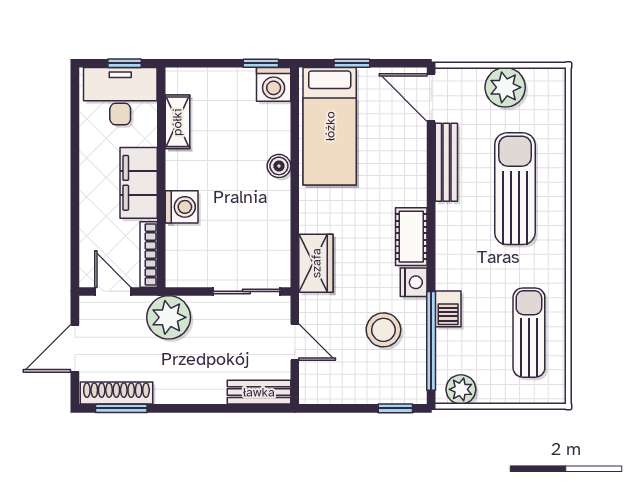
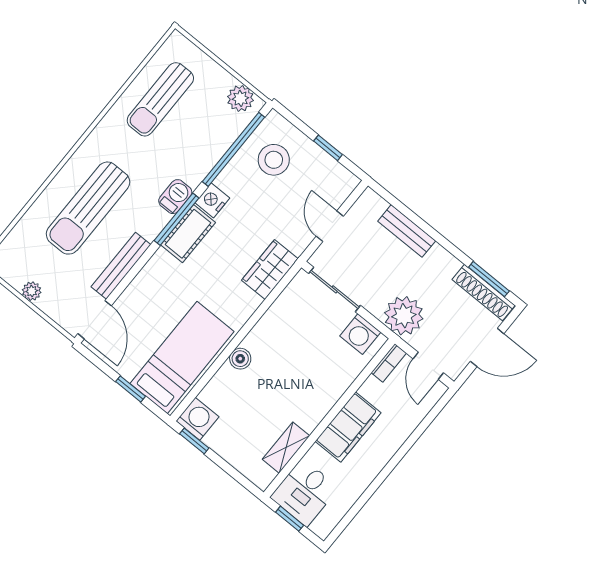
plant: (505, 87) -> (32, 291), width x0.53, depth x0.53
desk: (120, 96) -> (304, 492), width x0.73
washing machine: (182, 207) -> (360, 334), moved, turned -90
window: (431, 241) -> (176, 219), added
bookcase: (149, 255) -> (389, 363), width x0.64
barbecue: (448, 309) -> (175, 197), moved
stool: (383, 330) -> (274, 160), moved
bench: (259, 392) -> (407, 231), moved
window: (395, 408) -> (328, 148), moved

